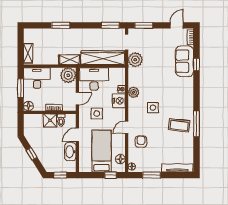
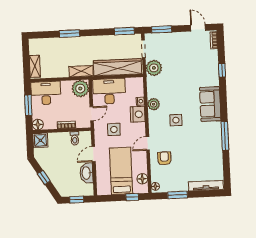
door: (177, 25) -> (198, 28), hinge flipped
sofa: (185, 61) -> (210, 104), moved
shower: (50, 120) -> (40, 140), moved
coffee table: (179, 125) -> (206, 138), removed

